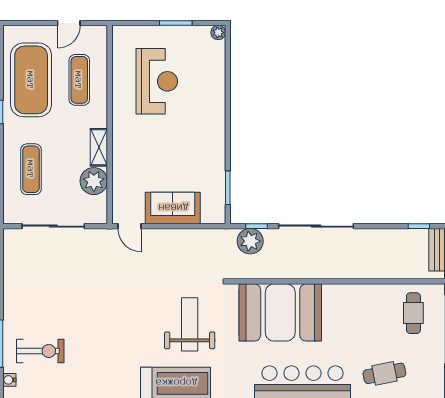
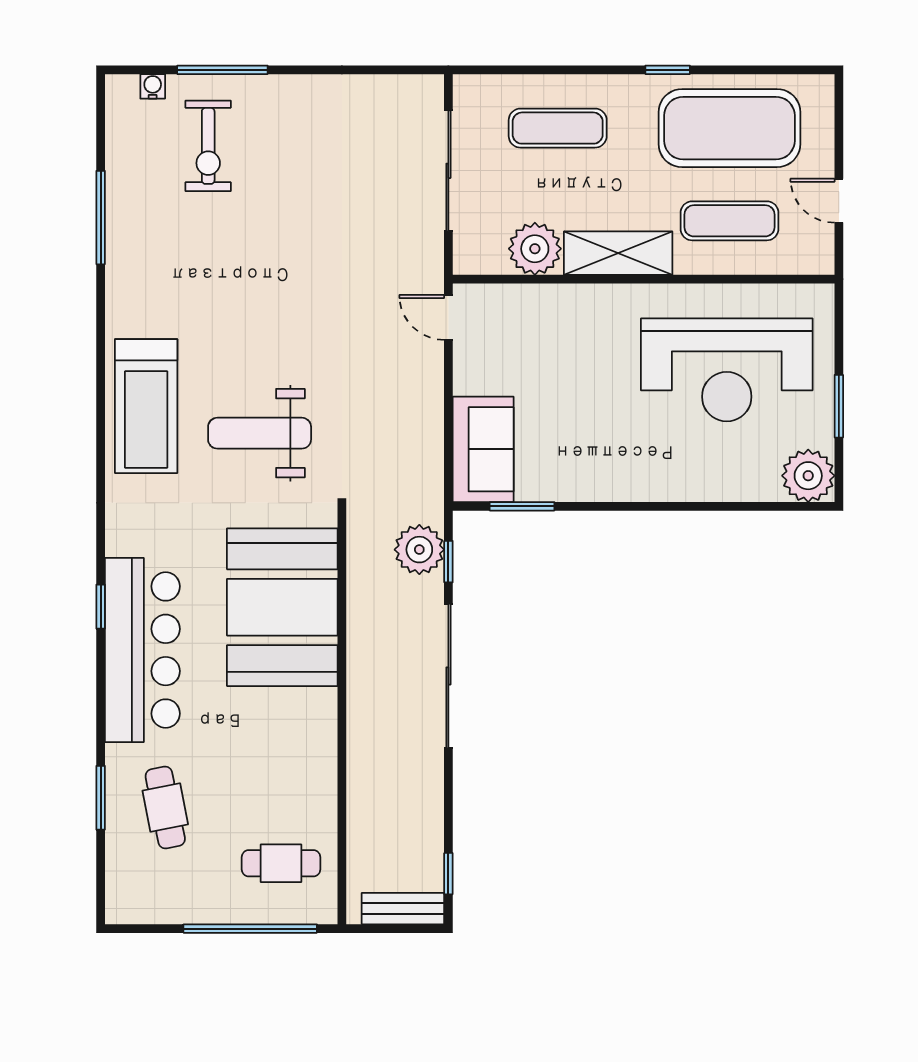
plant: (218, 33) -> (808, 476), width x1.88, depth x1.88
reception desk: (157, 81) -> (727, 370), width x1.36, depth x1.30
shelving: (99, 147) -> (618, 253), width x1.50, depth x1.33
sofa: (173, 208) -> (483, 449), moved
door: (129, 226) -> (448, 317), hinge flipped
weight bench: (190, 324) -> (260, 433), turned 180

